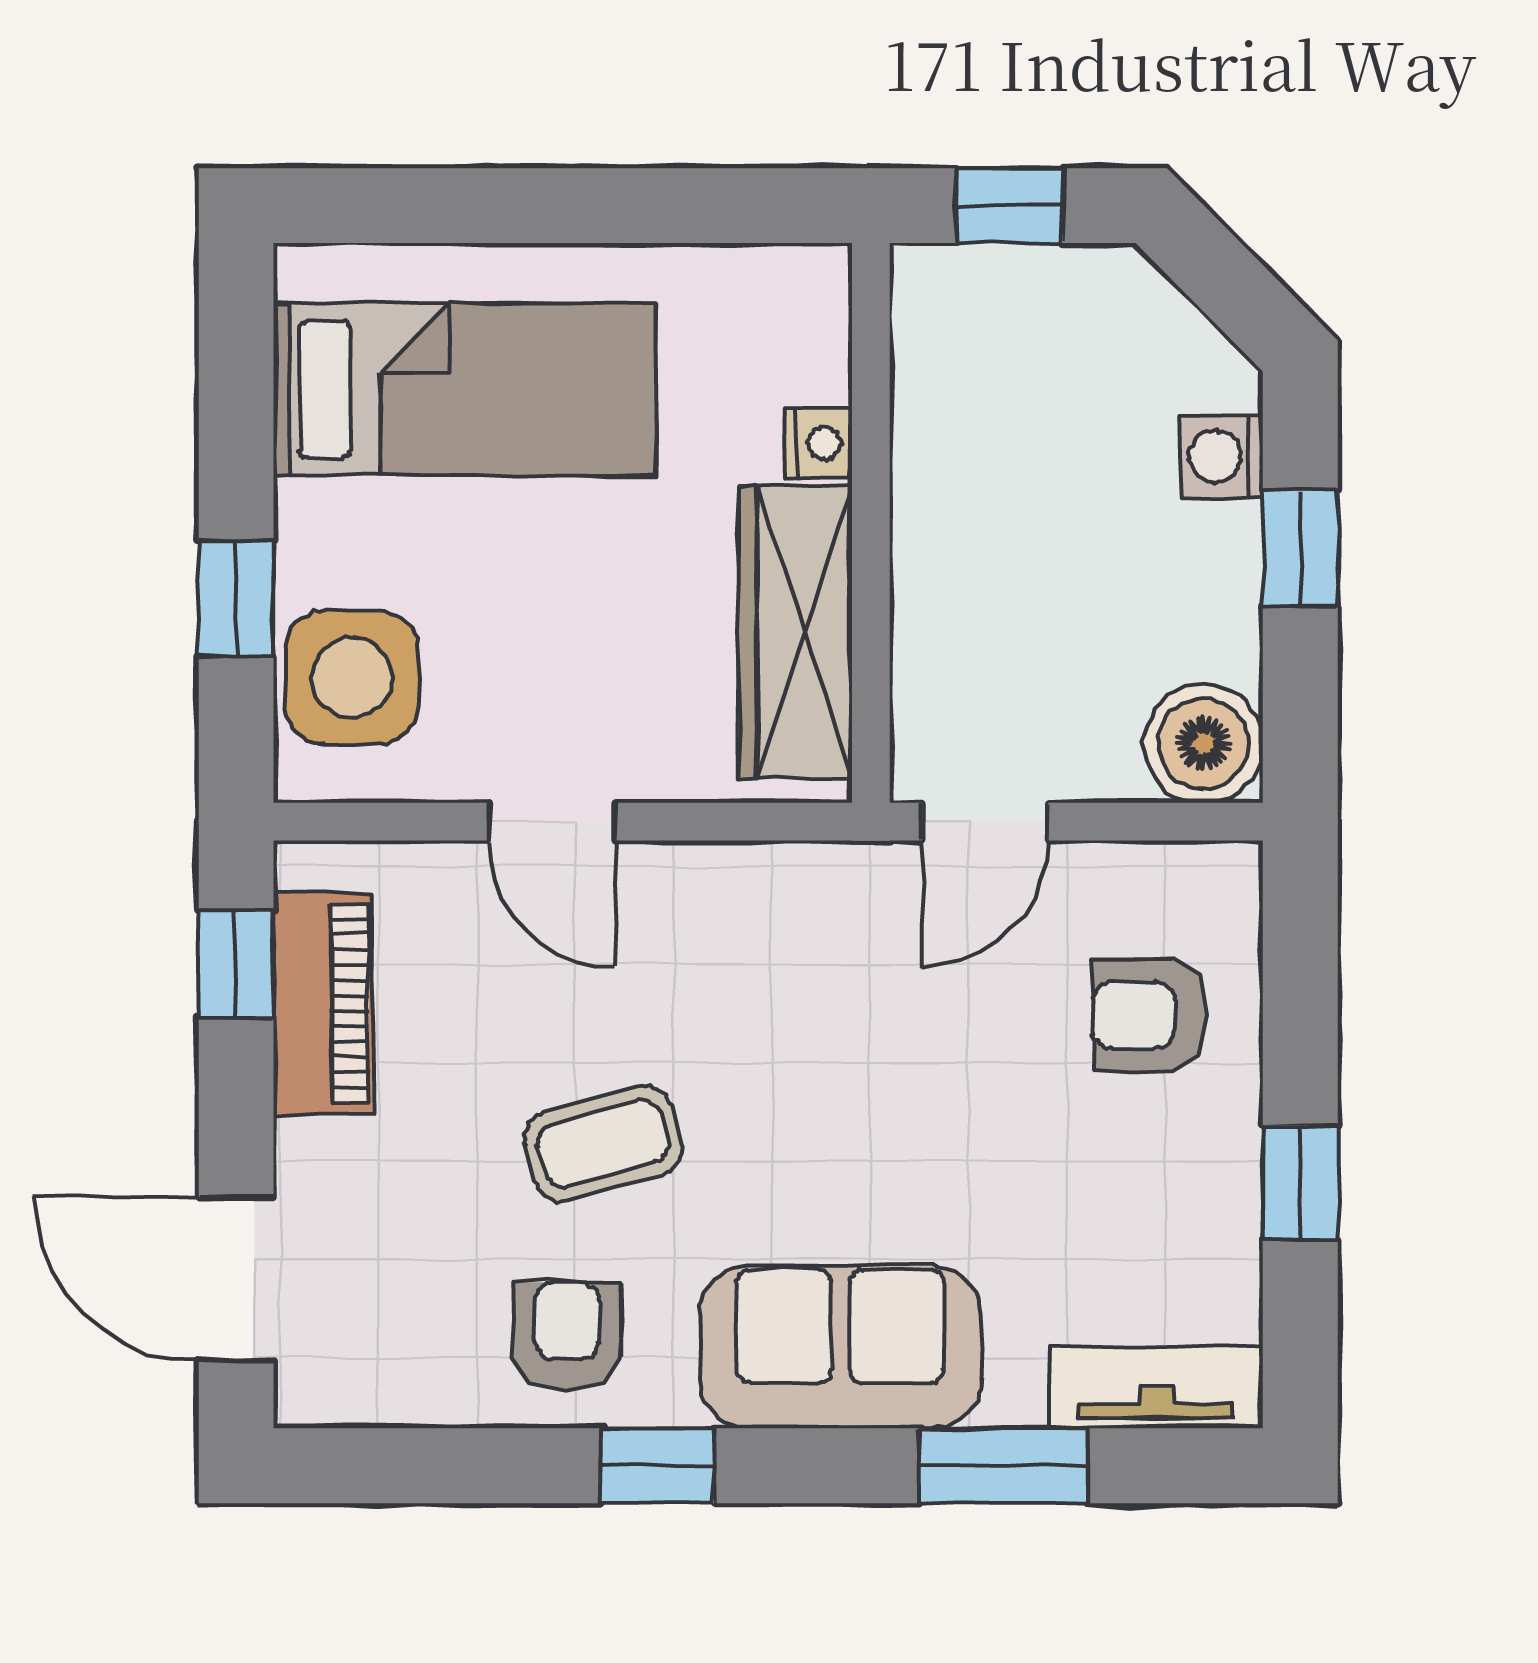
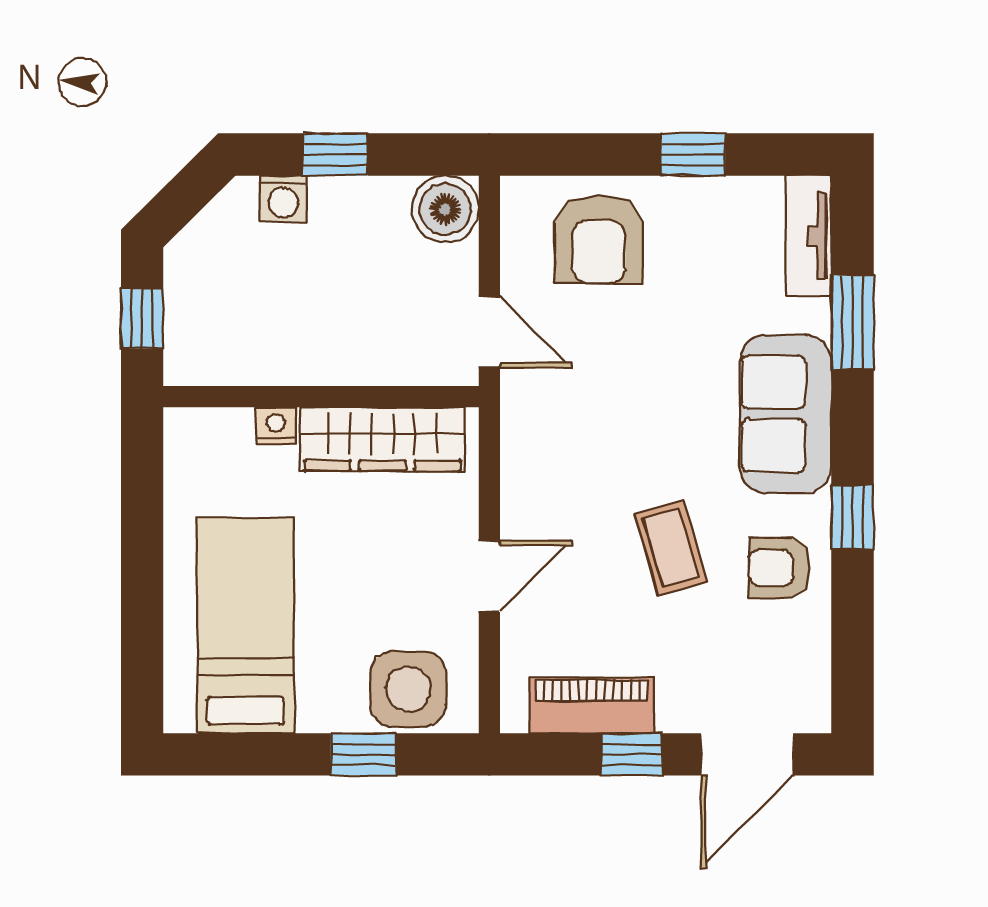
window: (236, 964) -> (632, 754), moved
armchair: (1150, 1015) -> (599, 239), width x1.38, depth x1.38

